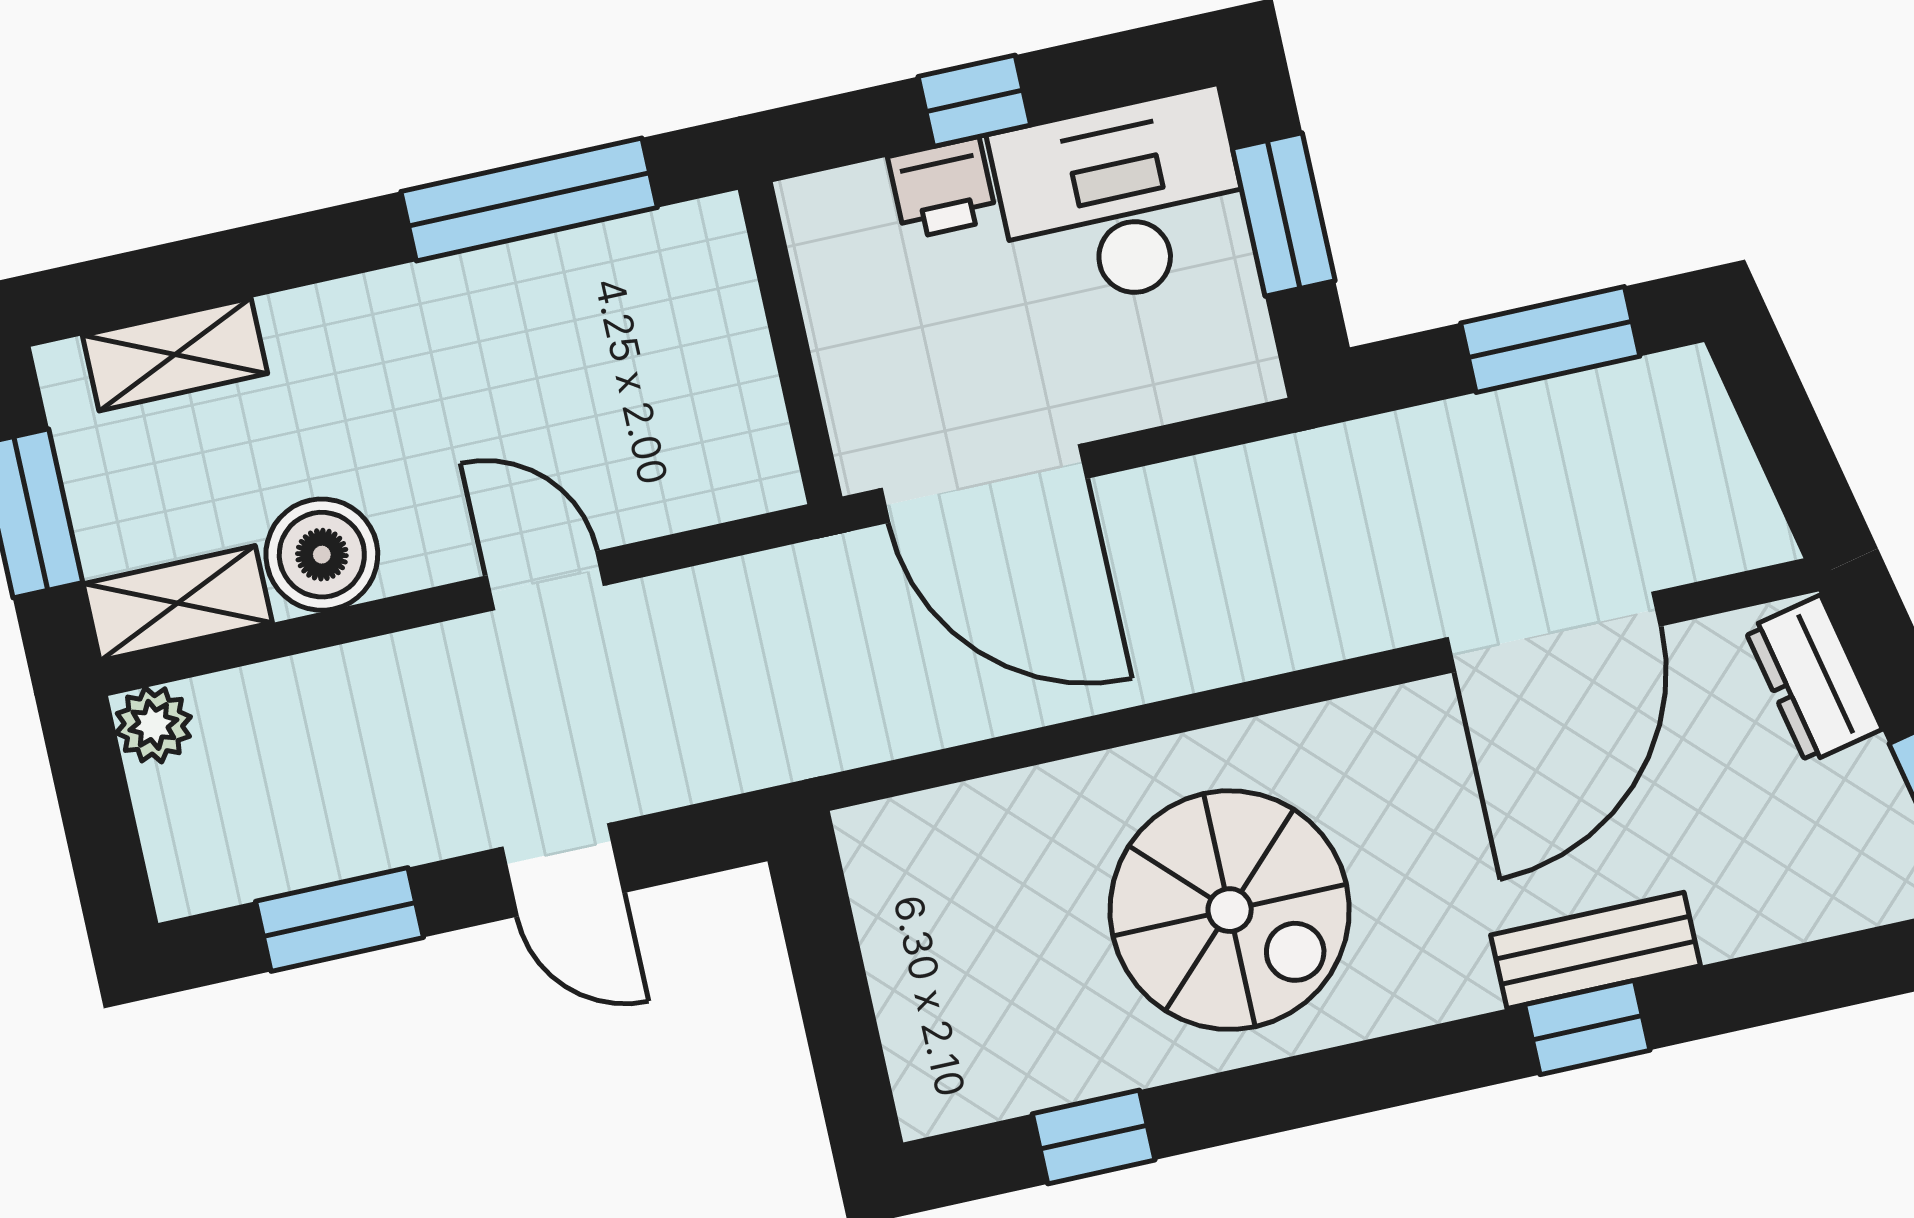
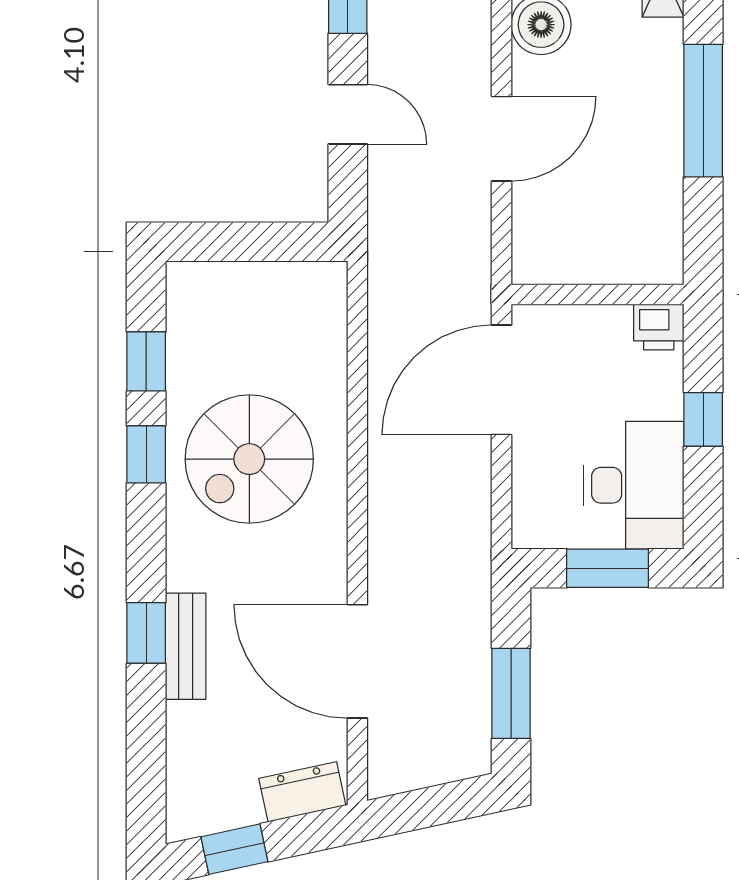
printer: (942, 188) -> (659, 327), moved, turned -90
window: (529, 199) -> (703, 111), moved
door: (545, 581) -> (501, 139), width x1.38
door: (563, 870) -> (348, 114), swing flipped
window: (1263, 1099) -> (146, 454), added

